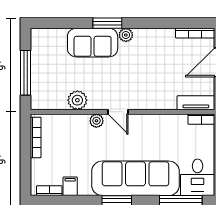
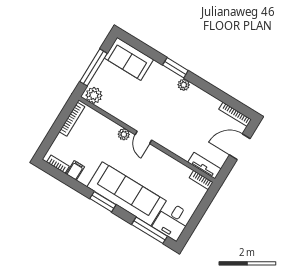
sofa: (93, 43) -> (129, 59), moved
plant: (77, 100) -> (94, 95), moved

